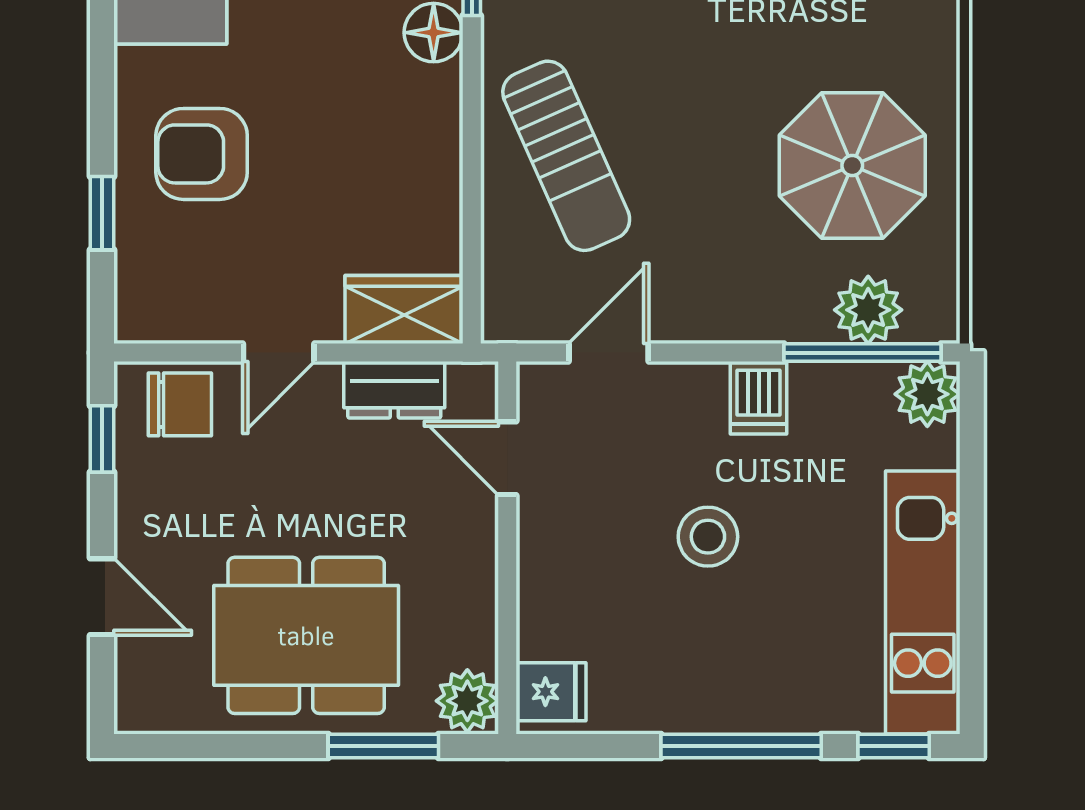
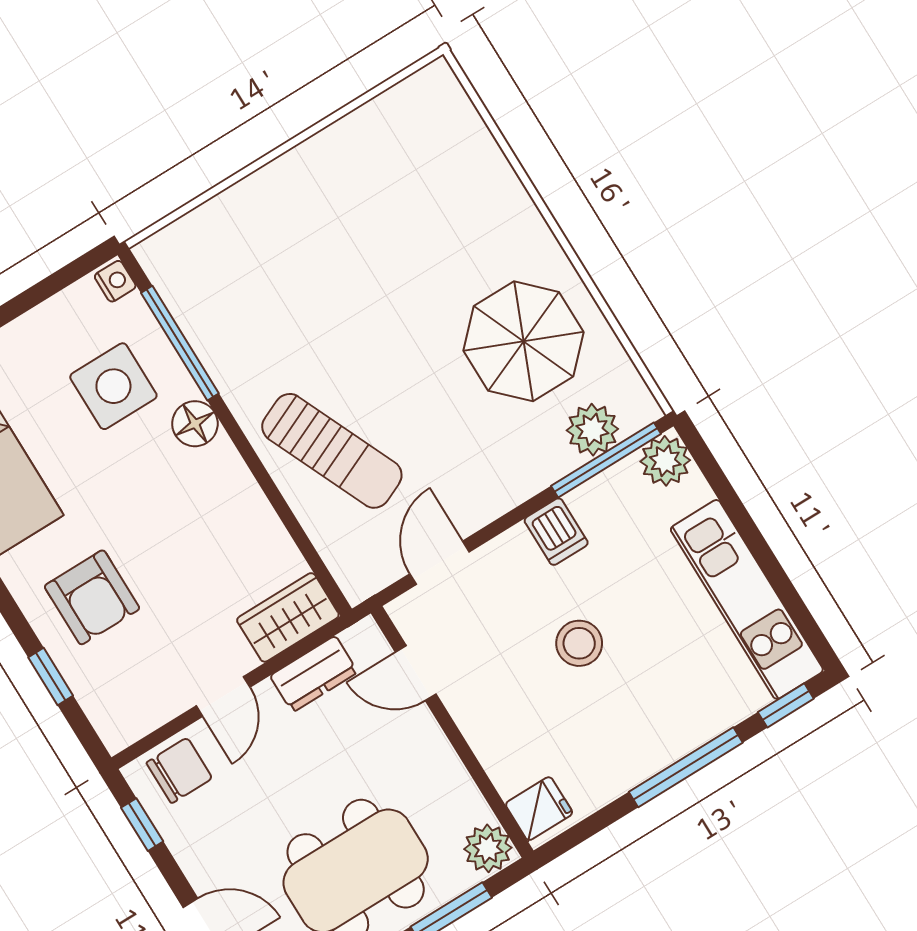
armchair: (202, 154) -> (92, 597), turned -90

